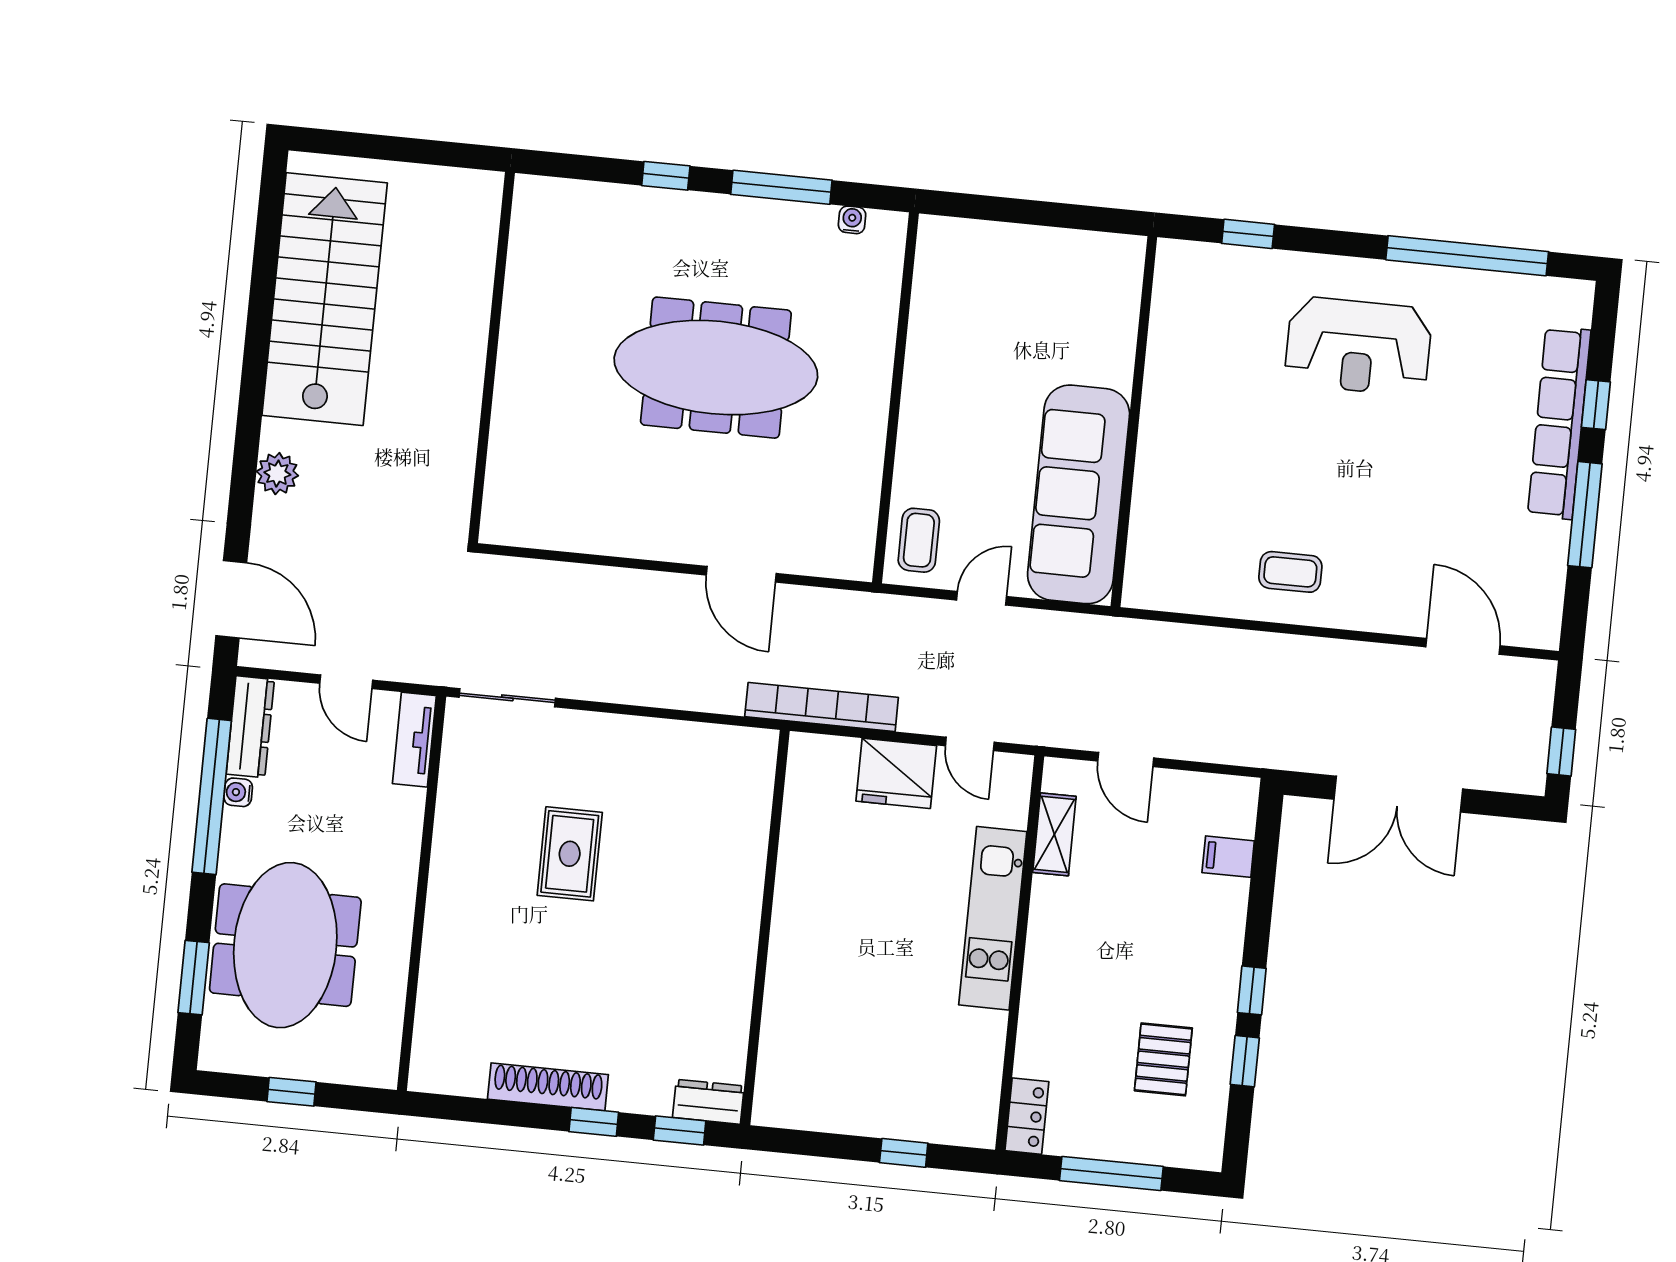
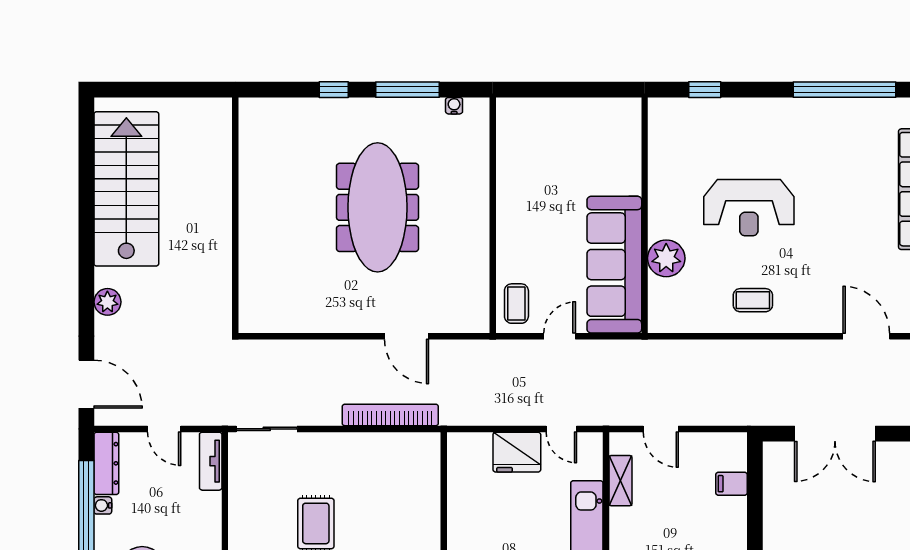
reception desk: (1358, 346) -> (749, 208), moved
meeting table: (716, 368) -> (378, 207), turned 90
plant: (1161, 493) -> (666, 258), added
bookcase: (822, 707) -> (390, 415), moved

